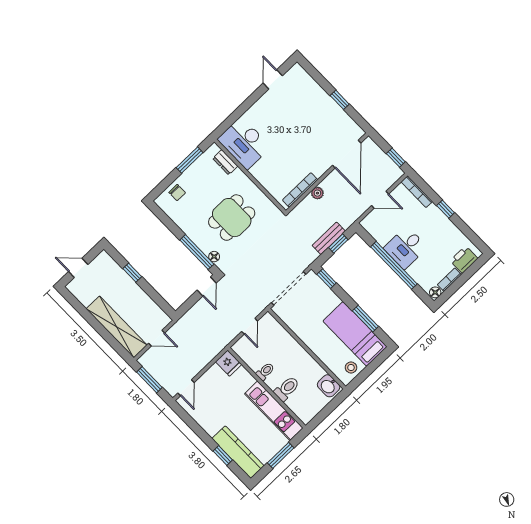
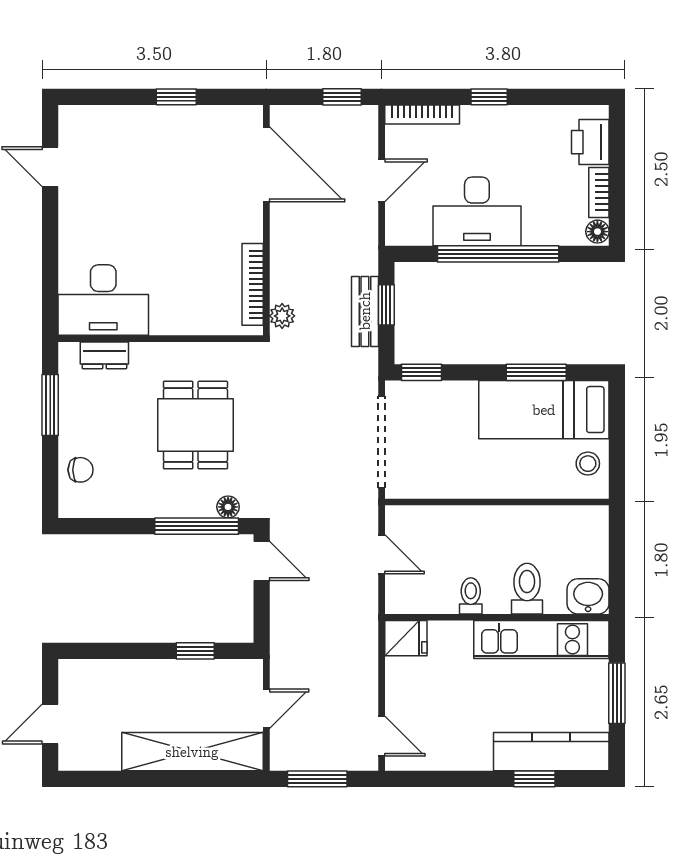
plant: (317, 193) -> (282, 316), moved
desk: (406, 248) -> (477, 211), width x1.37
window: (132, 273) -> (195, 651), moved
washbasin: (329, 386) -> (588, 596), moved, turned 180

